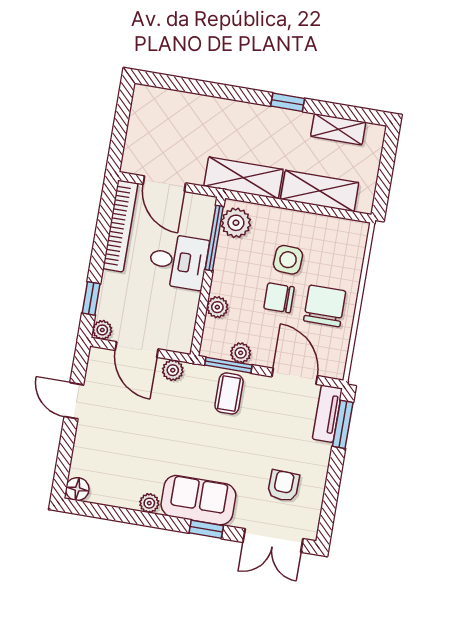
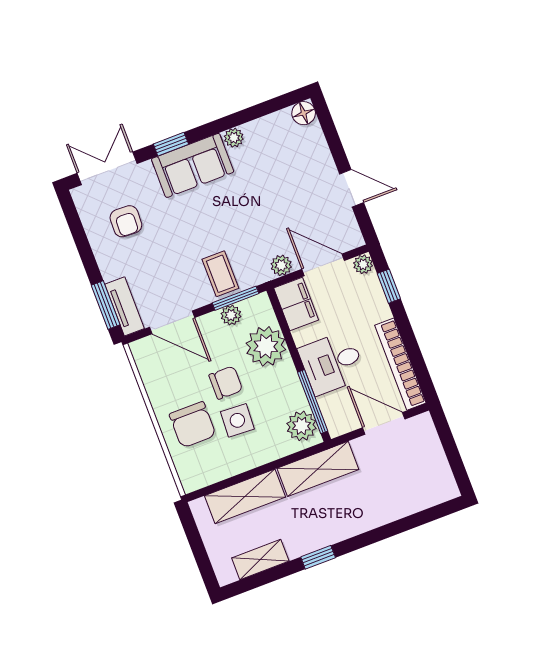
chair: (325, 306) -> (193, 425), moved
plant: (217, 307) -> (266, 346), width x1.88, depth x1.88
filing cabinet: (179, 330) -> (296, 304), added

